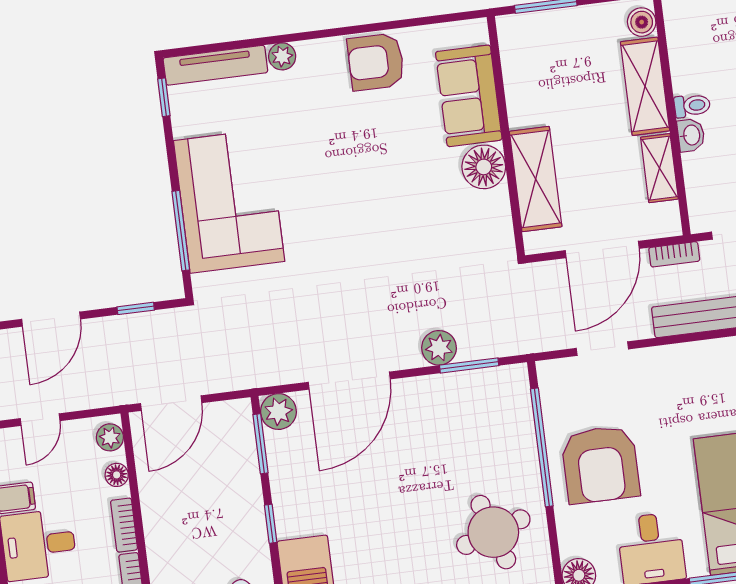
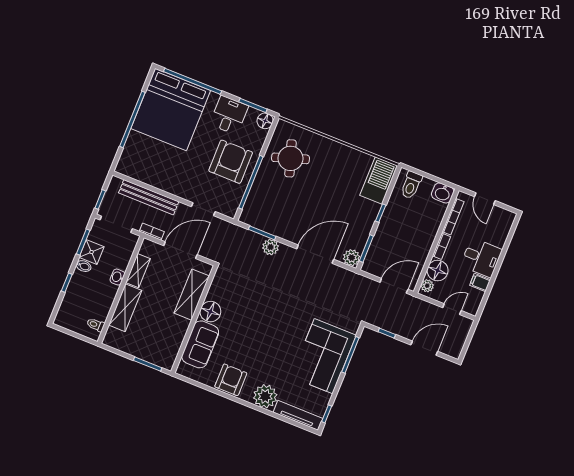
boiler: (642, 22) -> (112, 335), removed
plant: (282, 56) -> (265, 396), width x1.88, depth x1.88
armchair: (376, 62) -> (231, 380), turned -90
toilet: (692, 106) -> (96, 325), moved
floor lamp: (117, 475) -> (438, 271), width x1.89, depth x1.89

